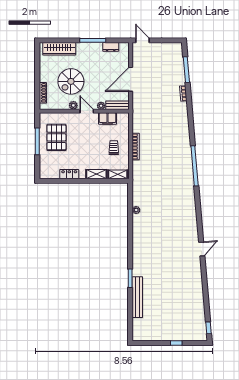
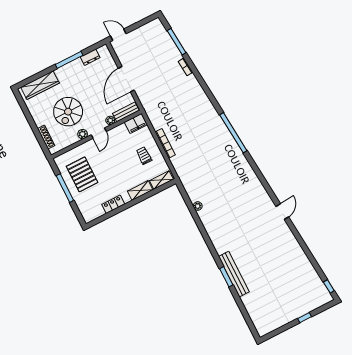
door: (87, 111) -> (99, 133), swing flipped
filing cabinet: (108, 119) -> (136, 123), moved
bench: (137, 297) -> (234, 274), moved

